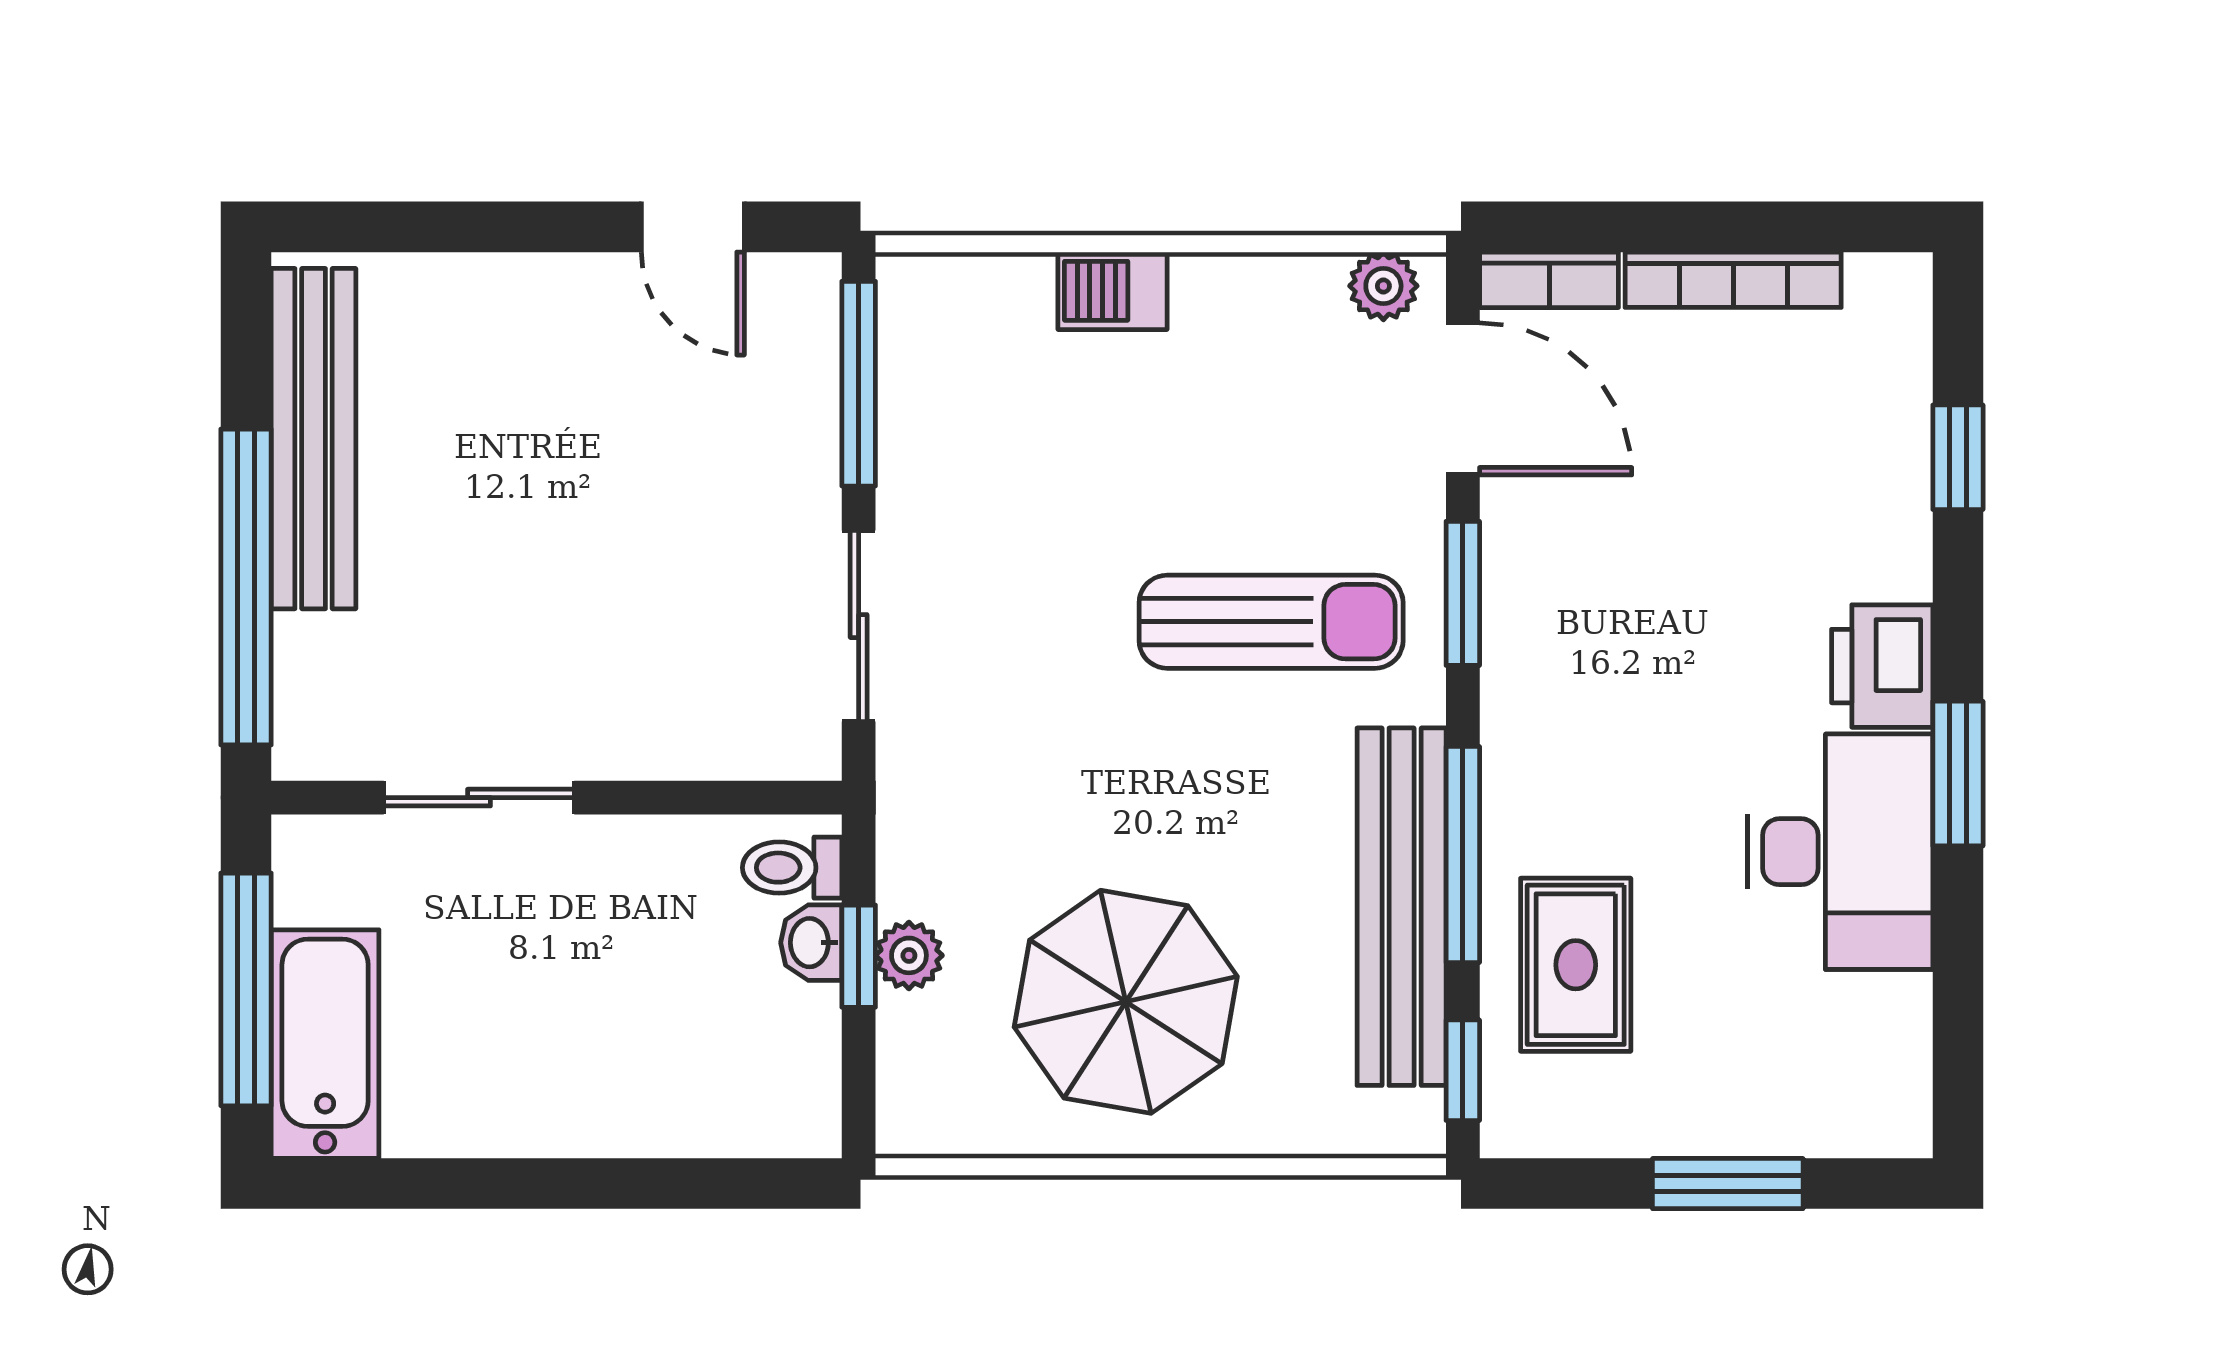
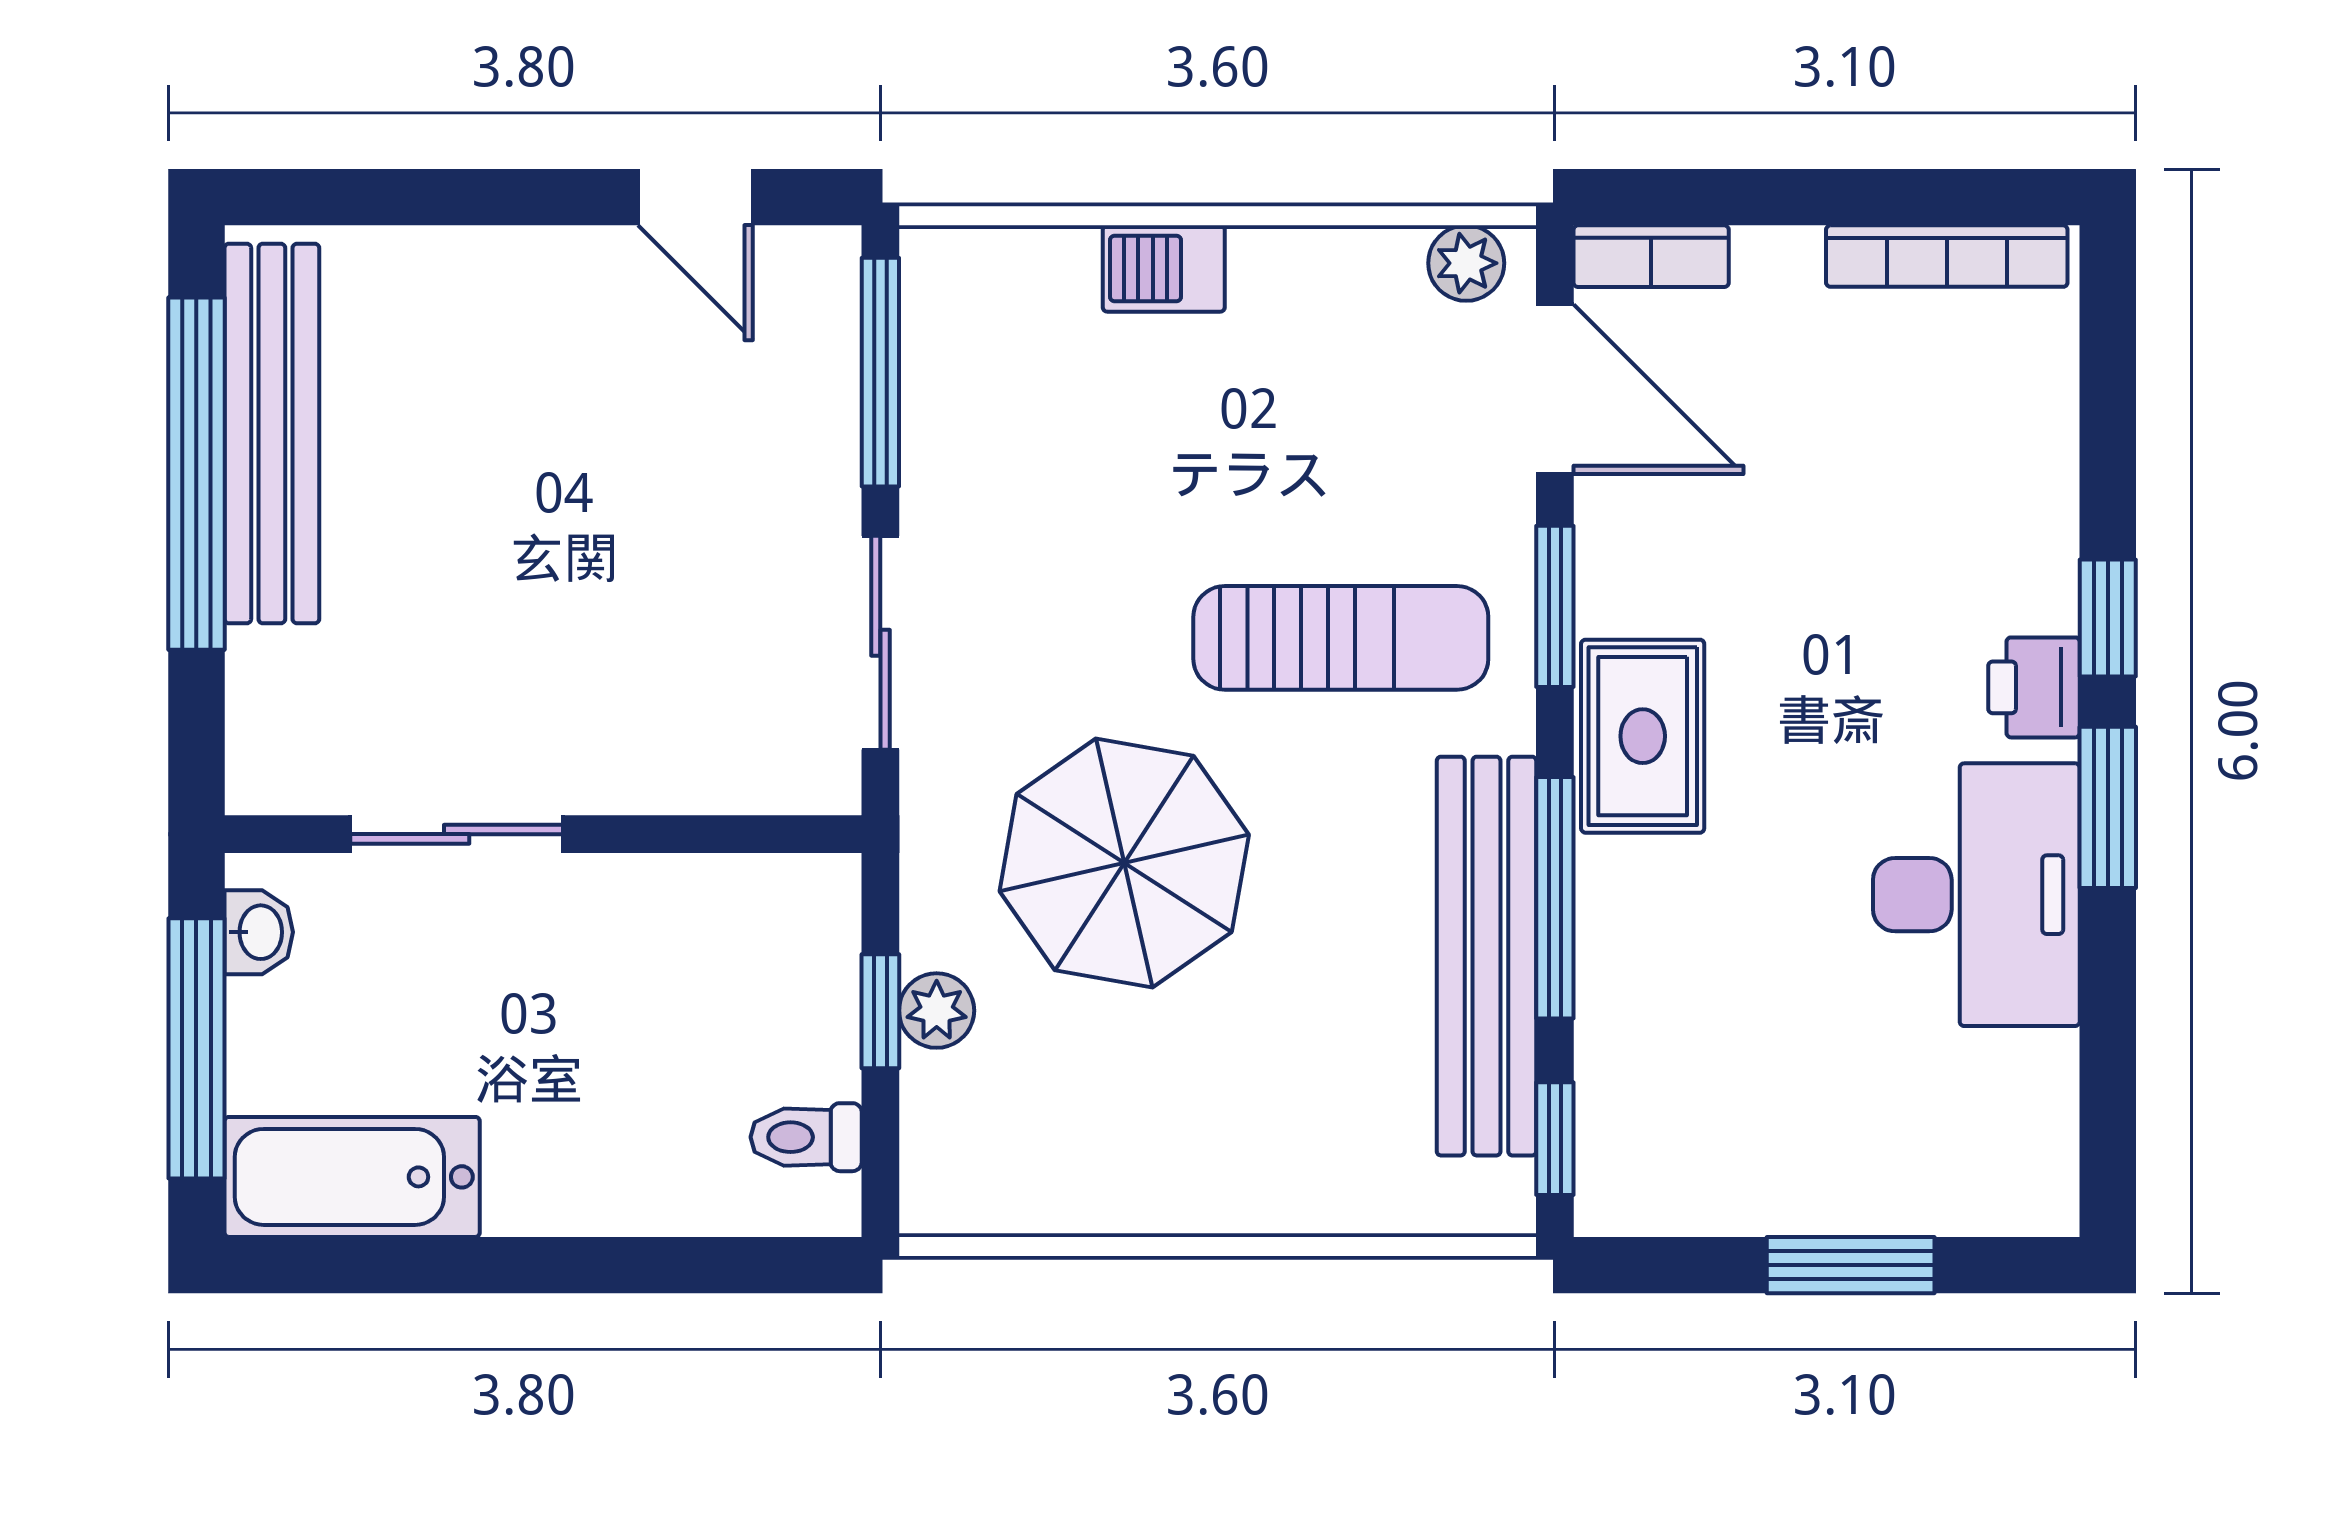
bookcase: (1733, 280) -> (1947, 256), moved
window: (1958, 457) -> (2108, 618), moved
window: (246, 587) -> (196, 474), moved
printer: (1882, 666) -> (2034, 687), width x0.73, depth x0.81
toilet: (792, 868) -> (806, 1137), moved
washbasin: (811, 943) -> (259, 932), moved, turned 180
rug: (1576, 965) -> (1643, 736), moved
parasol: (1126, 1002) -> (1124, 863), moved
bathtub: (325, 1044) -> (352, 1177), moved, turned -90

